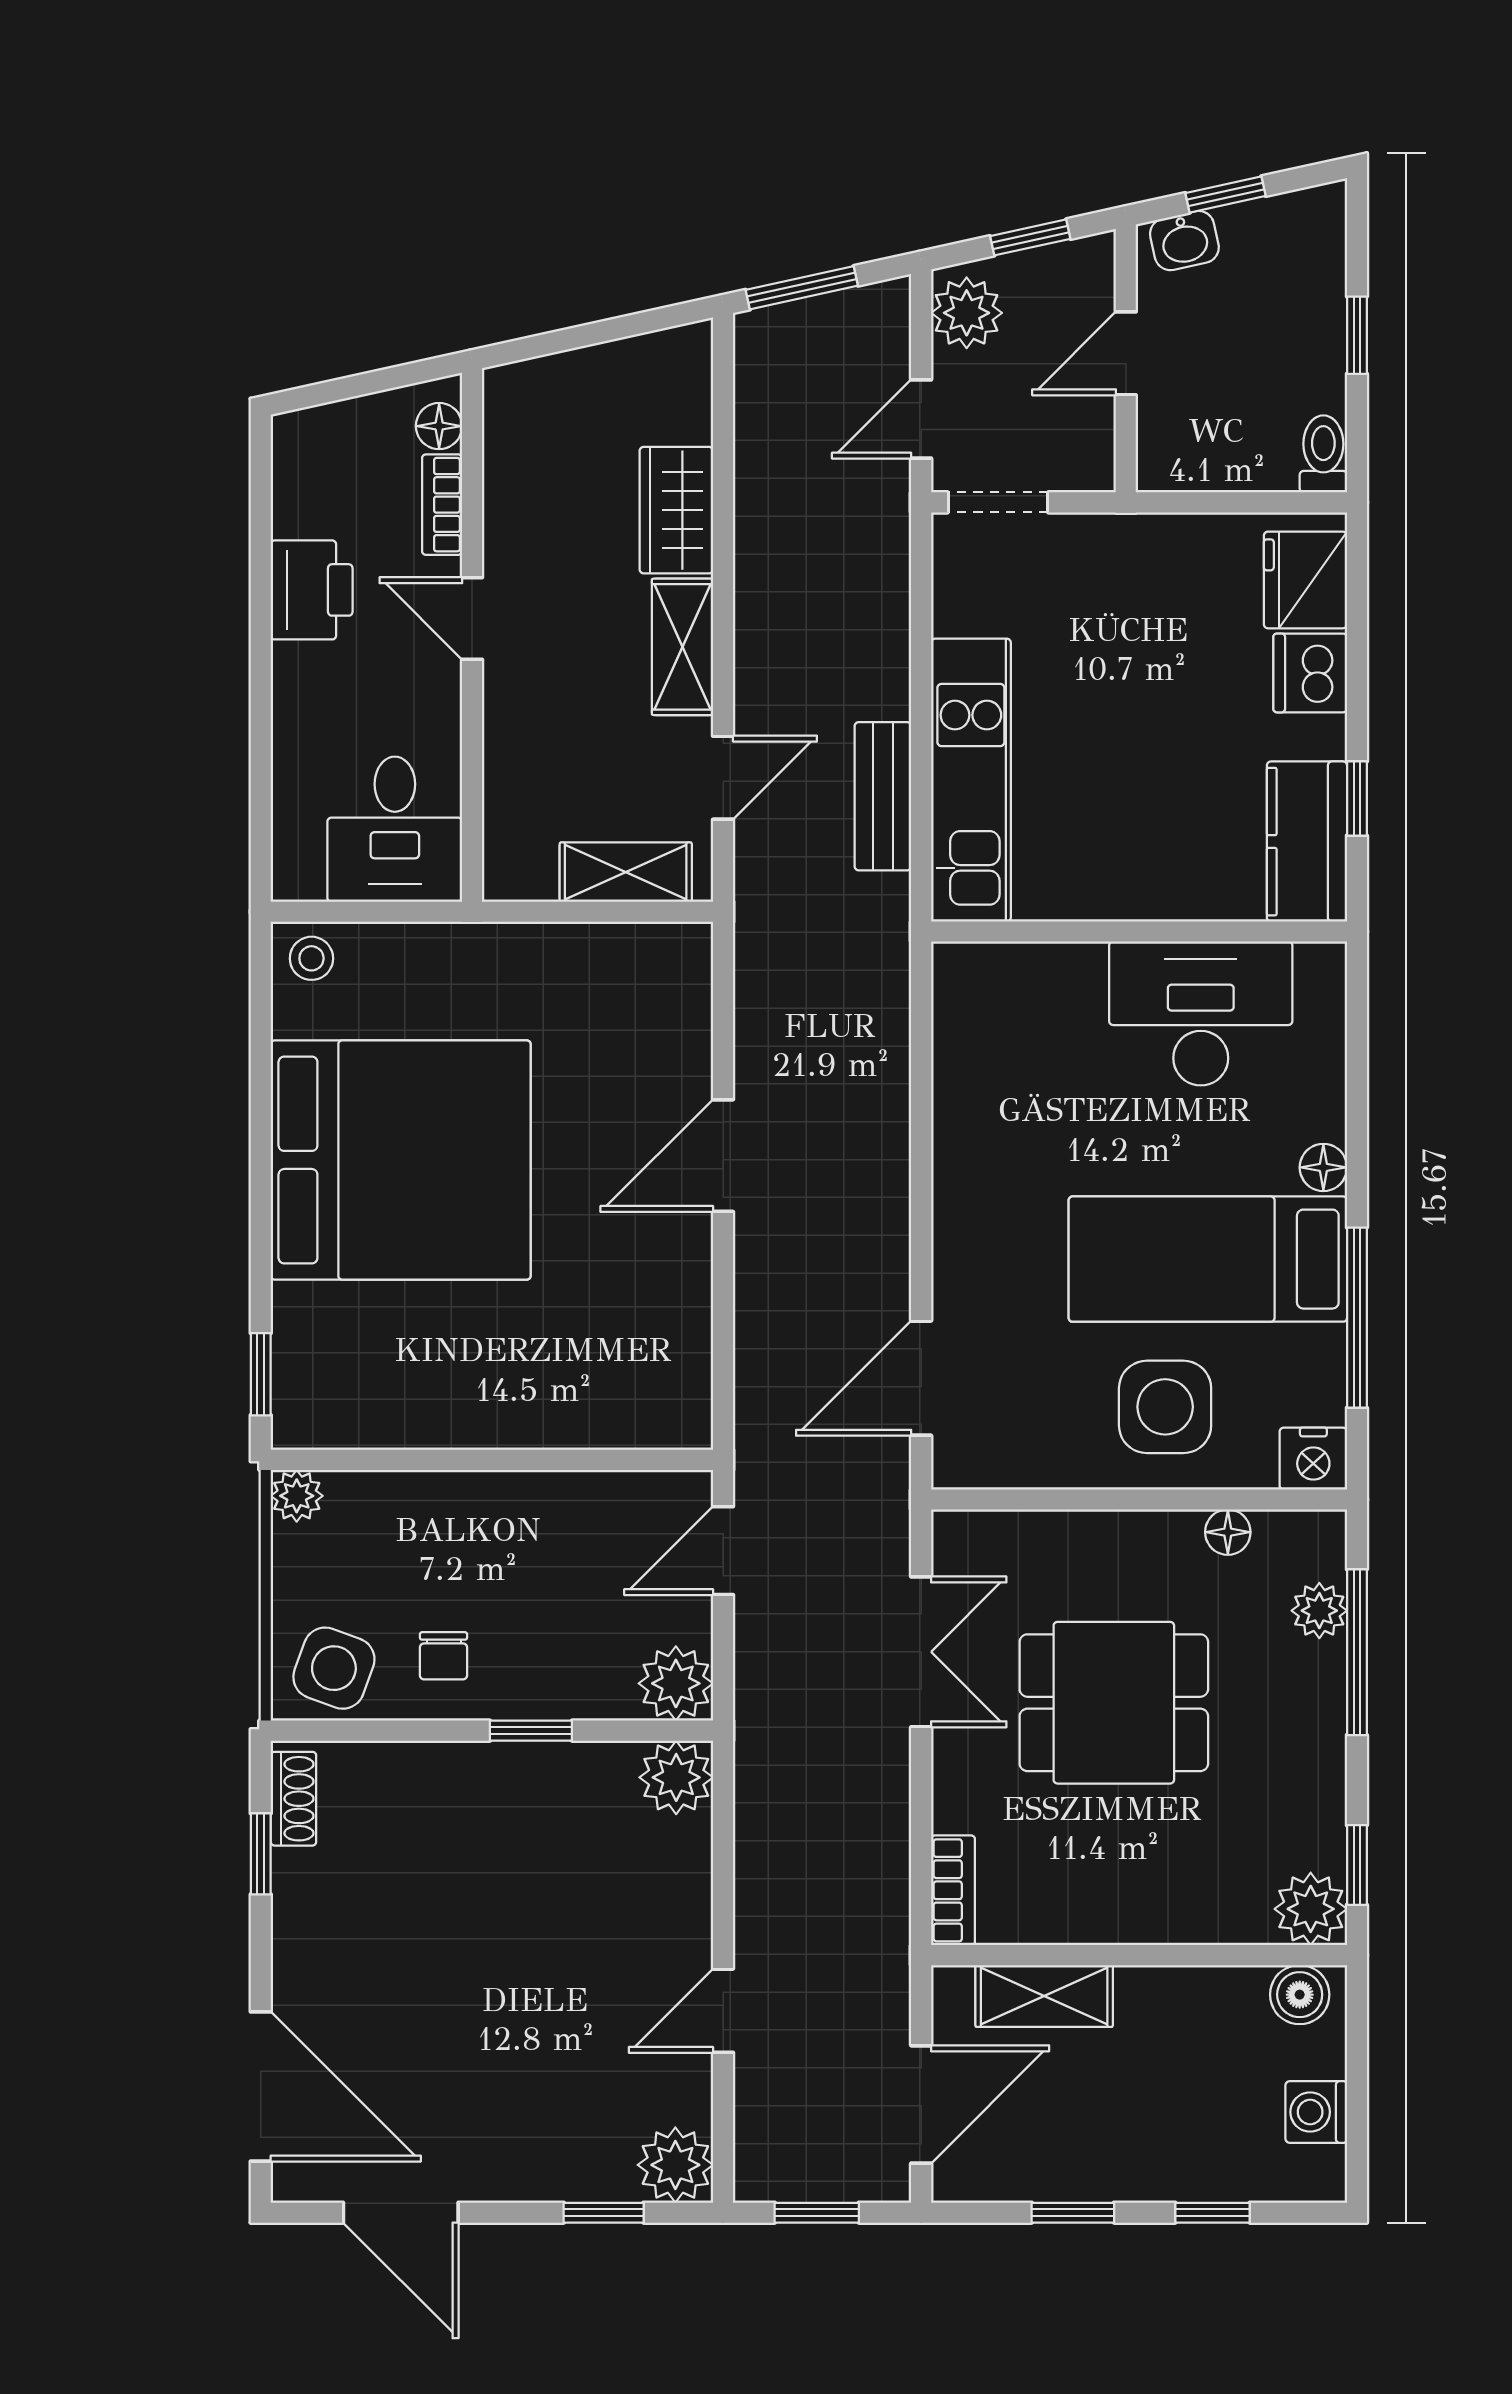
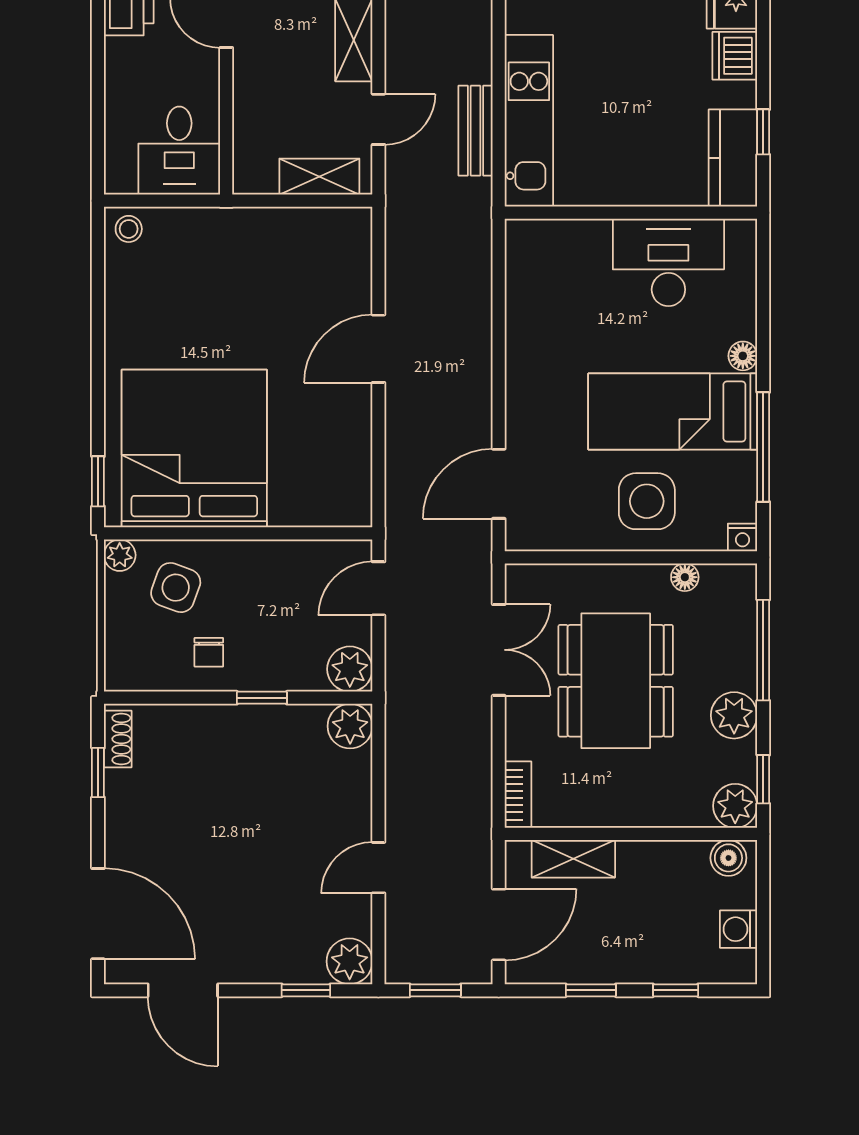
bed: (401, 1160) -> (194, 448), moved, turned -90
nightstand: (1313, 1459) -> (742, 537), width x0.72, depth x0.74
plant: (1319, 1611) -> (734, 715), moved, width x1.38, depth x1.38
side table: (334, 1668) -> (176, 588), moved
dining table: (1114, 1703) -> (616, 681), width x1.38

